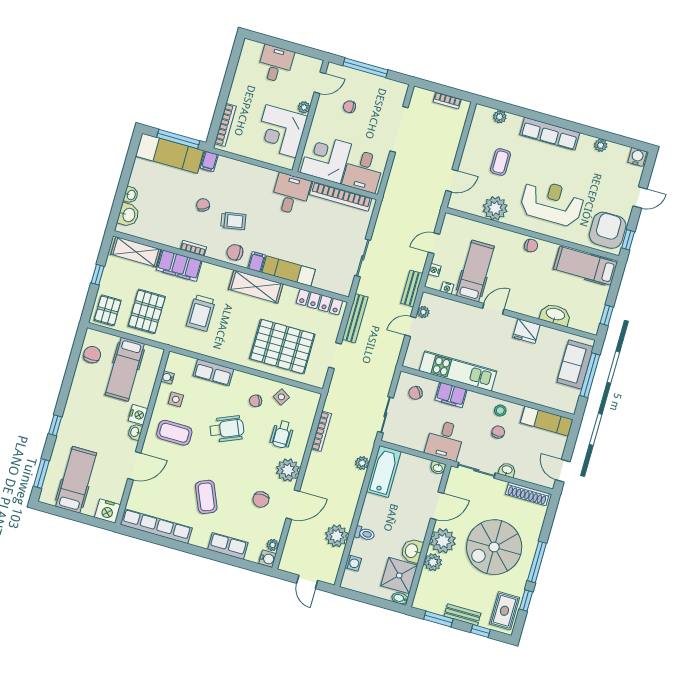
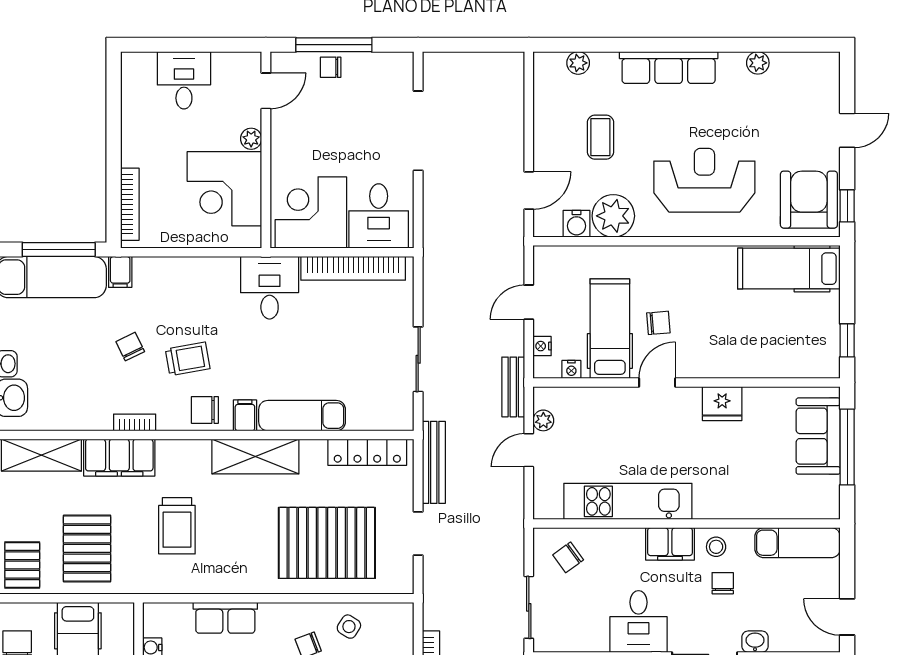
bookcase: (447, 101) -> (484, 61), removed
chair: (350, 107) -> (331, 67), moved
water cooler: (637, 157) -> (577, 224), moved, turned 180
chair: (531, 246) -> (658, 323), moved
washbasin: (555, 315) -> (762, 363), removed
filing cabinet: (451, 395) -> (670, 544), moved

